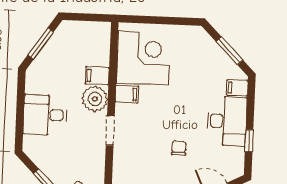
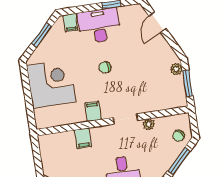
corner desk: (143, 58) -> (51, 84), moved, turned 90
plant: (95, 99) -> (149, 124), moved, width x0.53, depth x0.53
chair: (179, 148) -> (105, 67), moved

